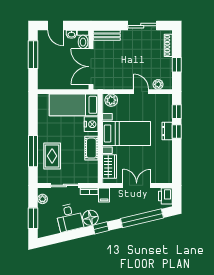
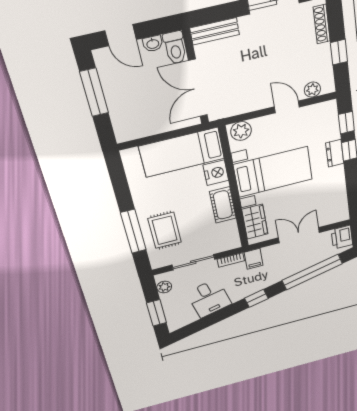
floor lamp: (90, 218) -> (239, 291), removed

